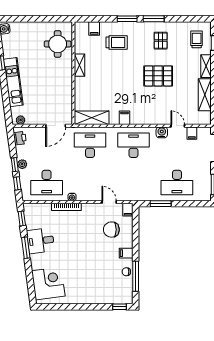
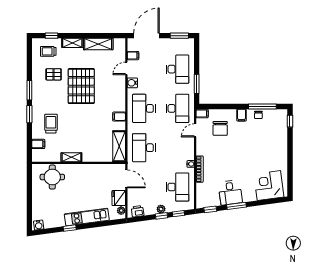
pallet: (161, 41) -> (54, 74), moved
pallet: (158, 76) -> (81, 86), width x1.37, depth x1.41
fridge: (34, 117) -> (119, 198), added
desk: (133, 182) -> (178, 108), added

